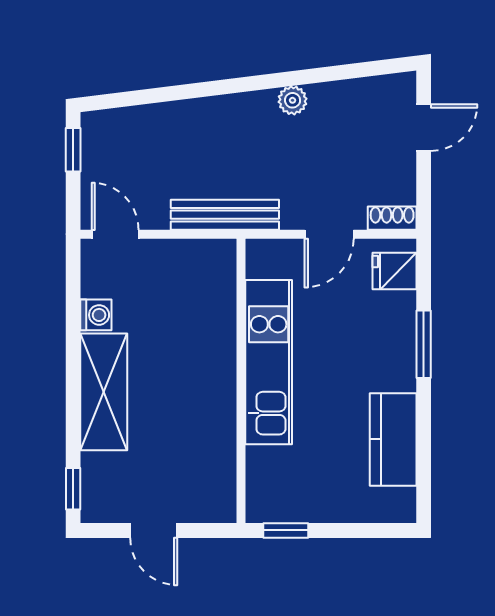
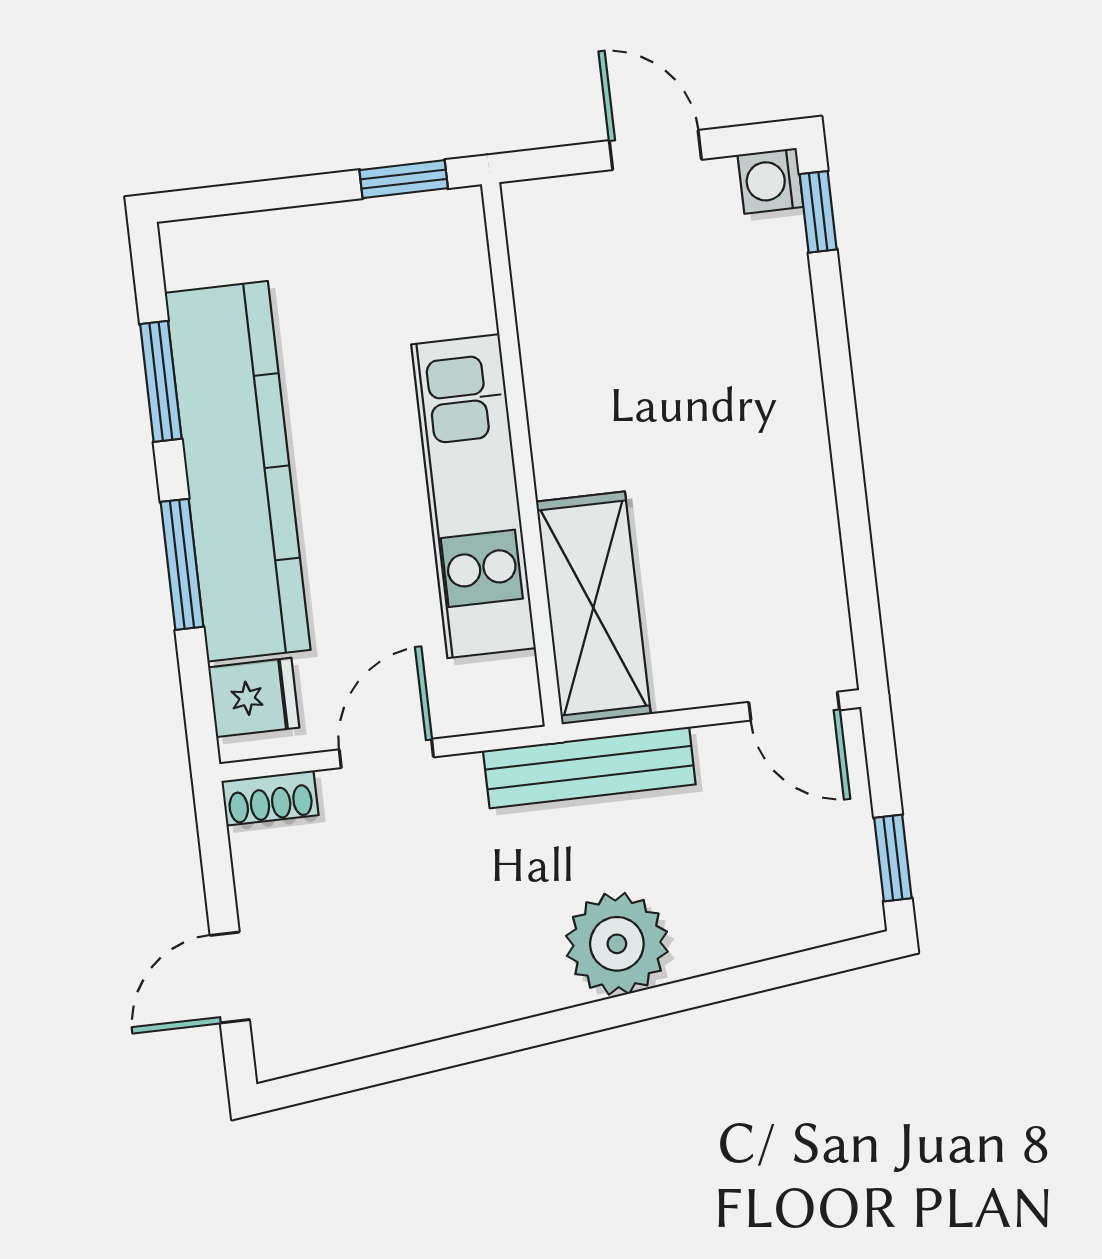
plant: (293, 100) -> (617, 944), moved, width x1.88, depth x1.88
washing machine: (96, 315) -> (770, 181), moved
shelving: (104, 392) -> (593, 608), moved
kitchen counter: (393, 439) -> (238, 471), width x2.08, depth x1.17
window: (424, 440) -> (161, 381), added

